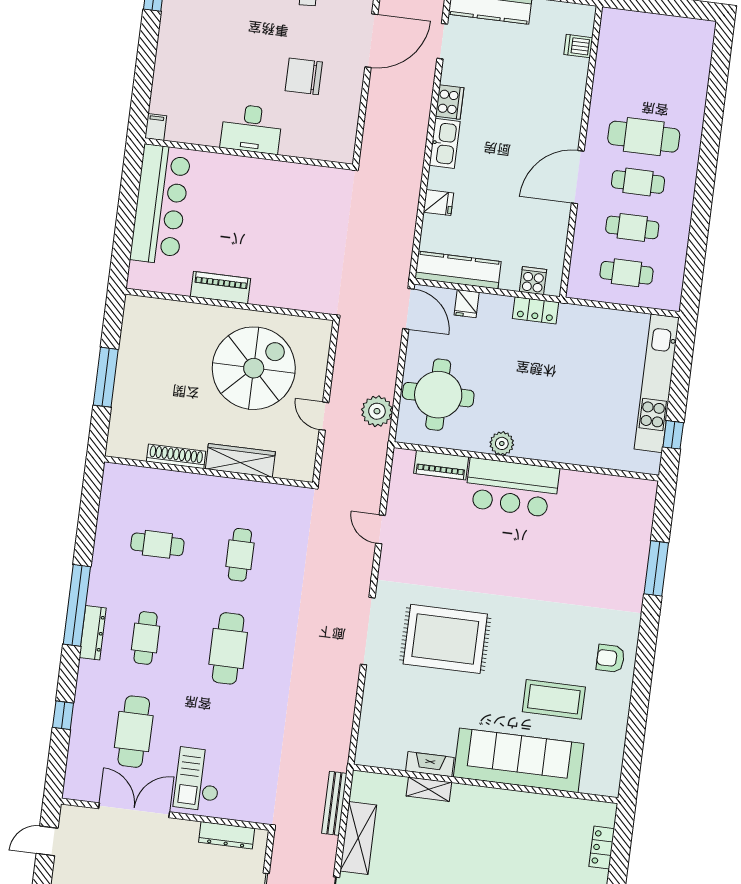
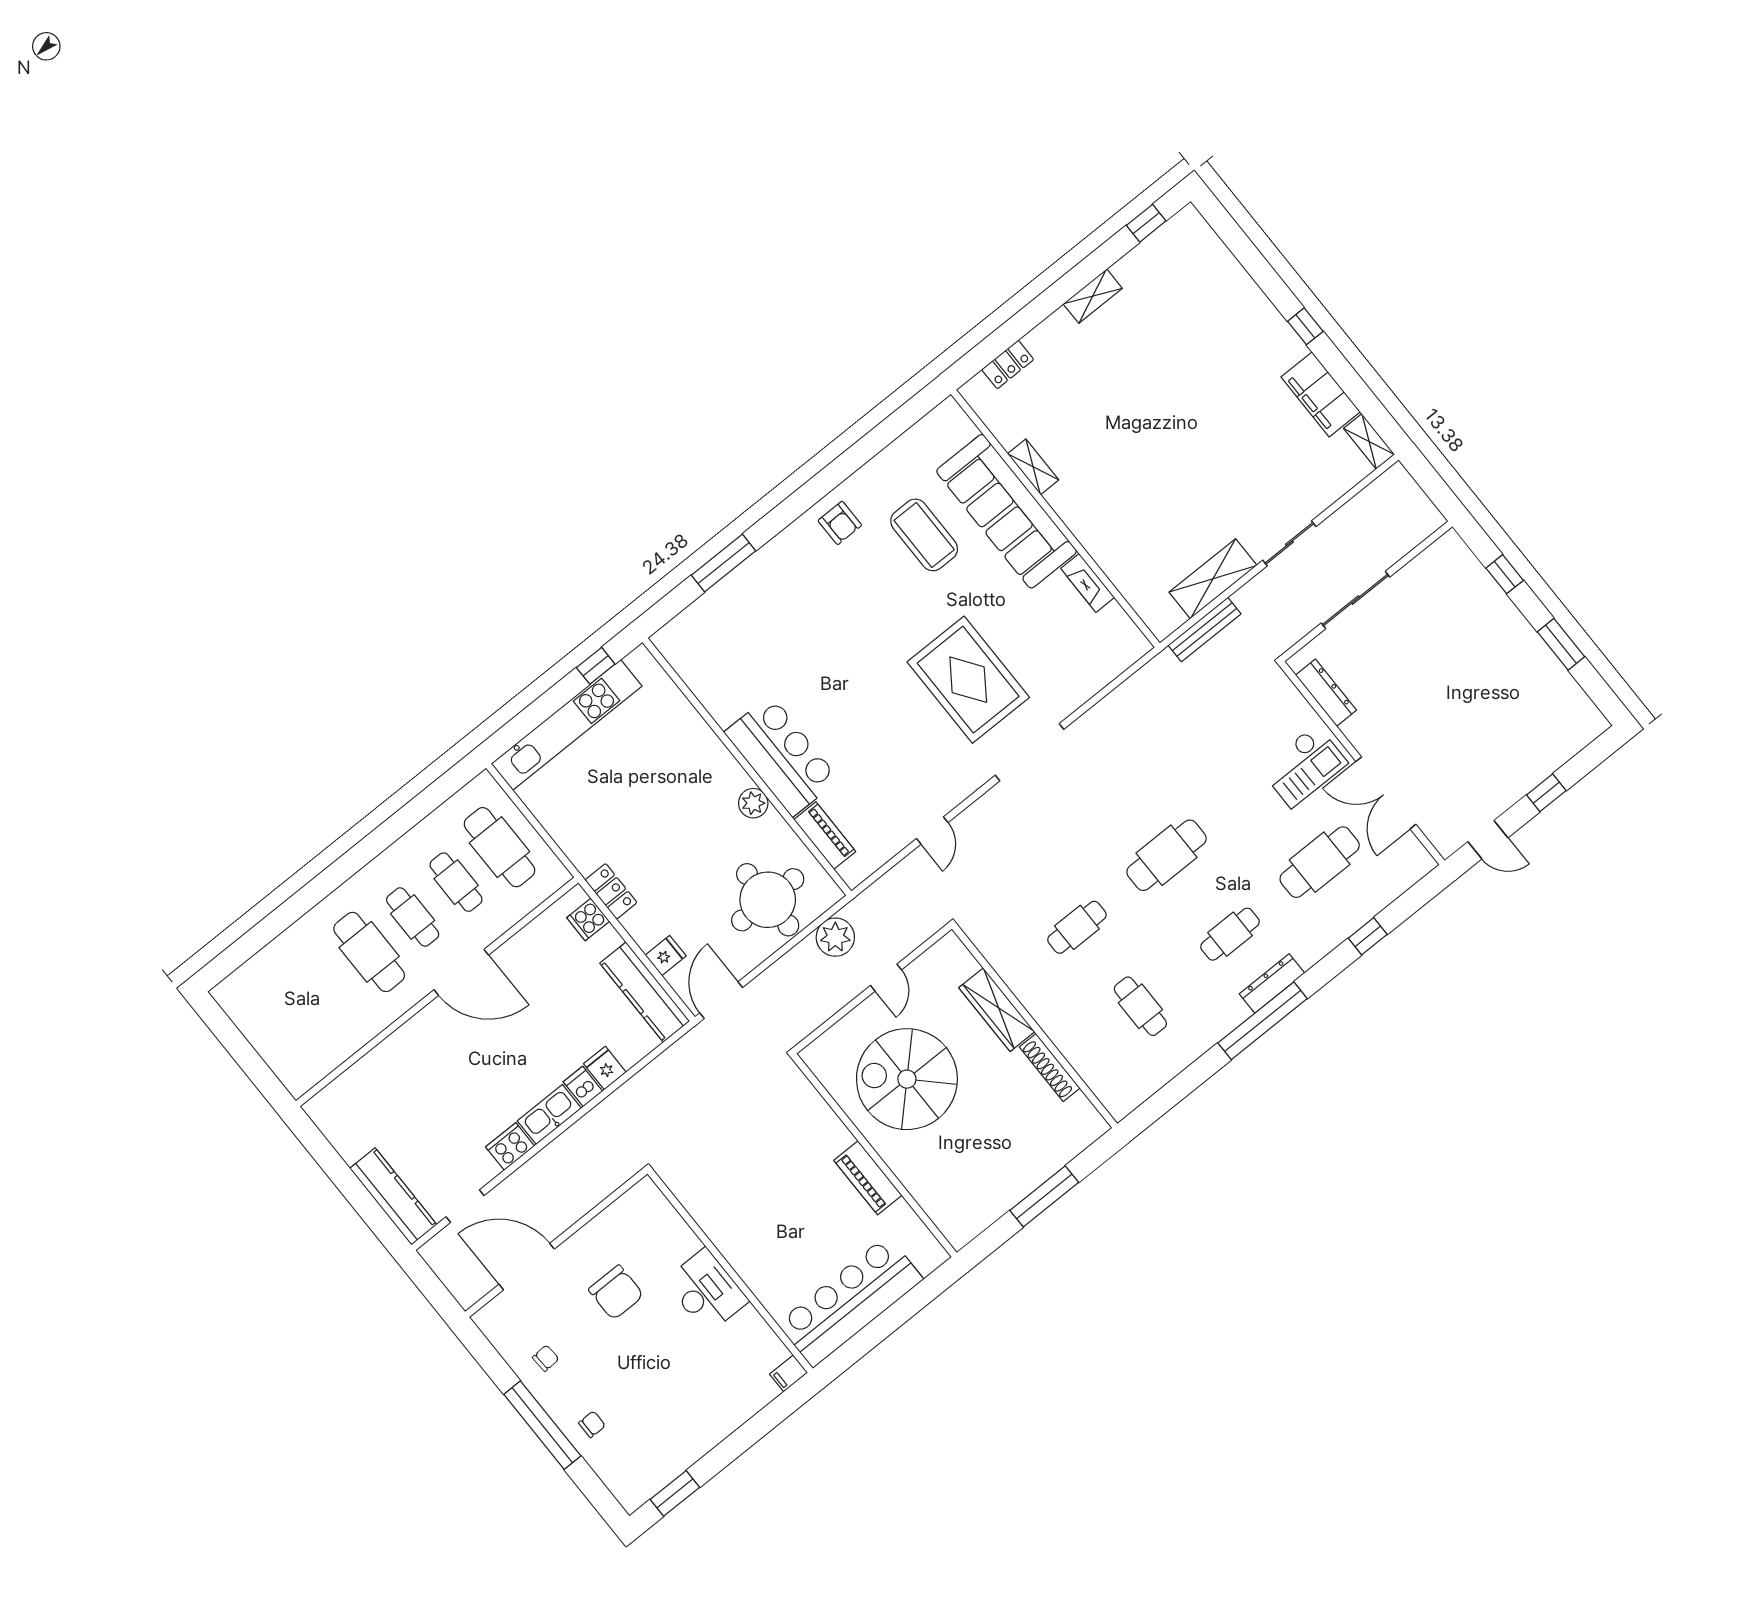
dishwasher: (578, 46) -> (583, 1087), moved, turned 180
cafe table: (627, 273) -> (500, 847), width x1.37, depth x1.35
shelving: (429, 789) -> (1033, 467), moved

